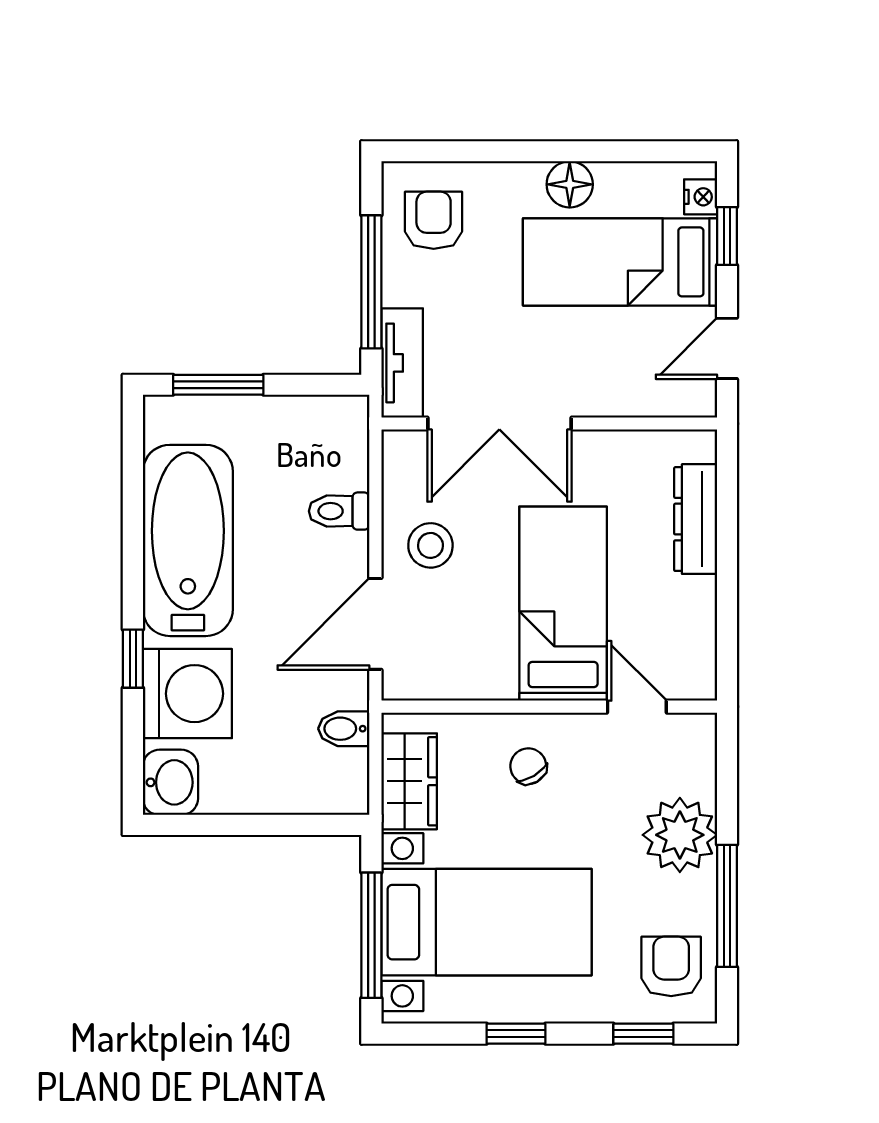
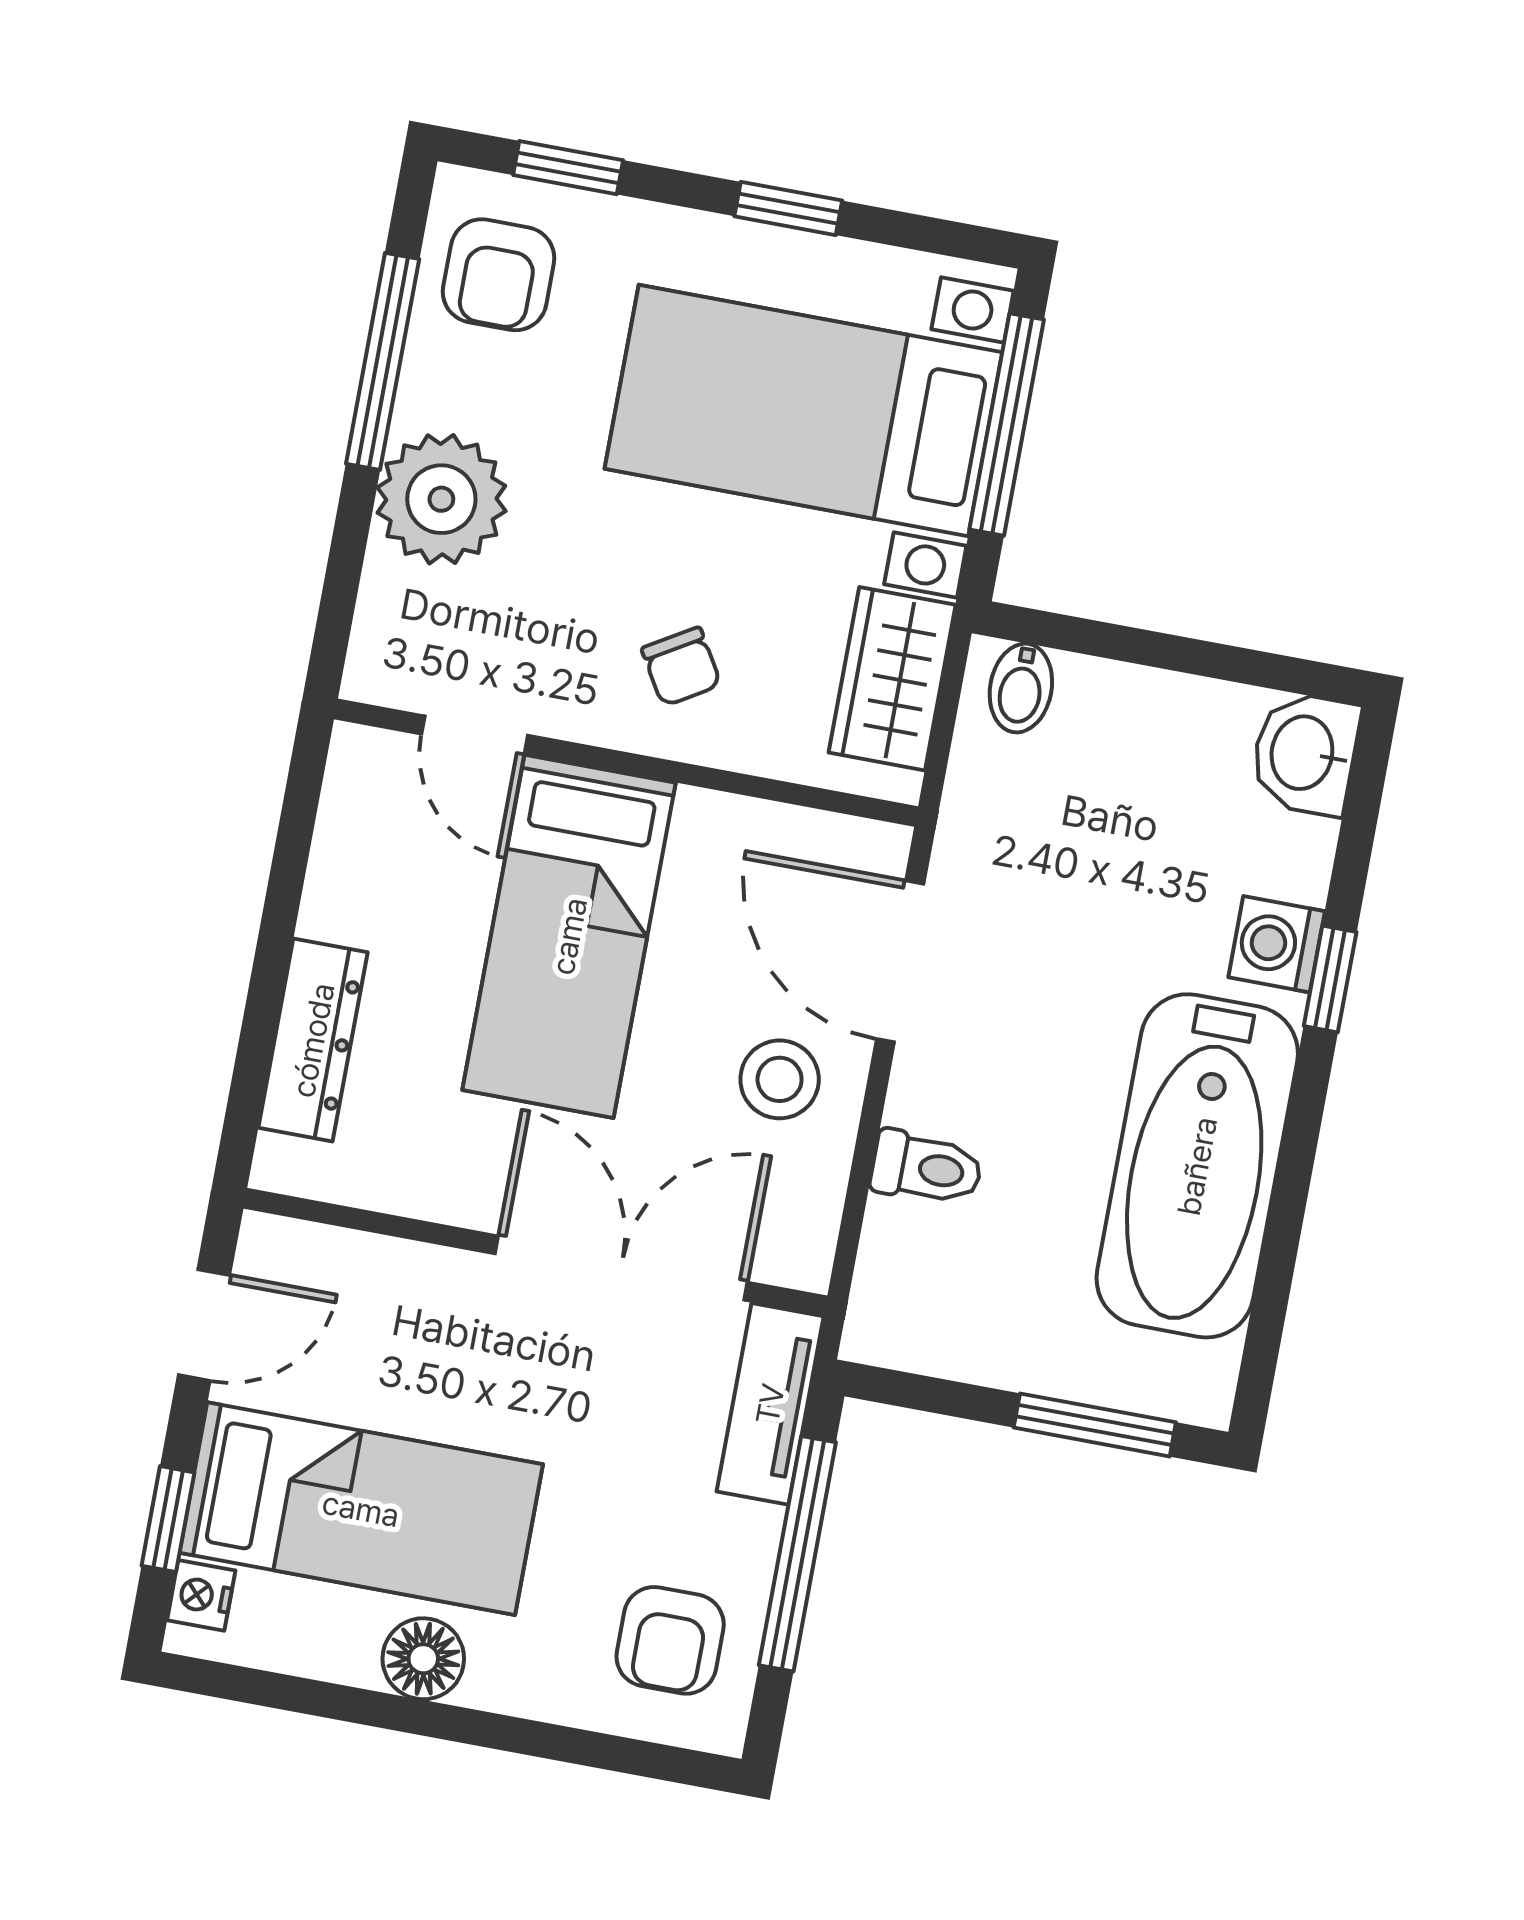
door: (375, 624) -> (900, 961), swing flipped
washing machine: (187, 694) -> (1277, 944), width x0.53, depth x0.53
bidet: (344, 729) -> (1021, 688), moved, turned 90

